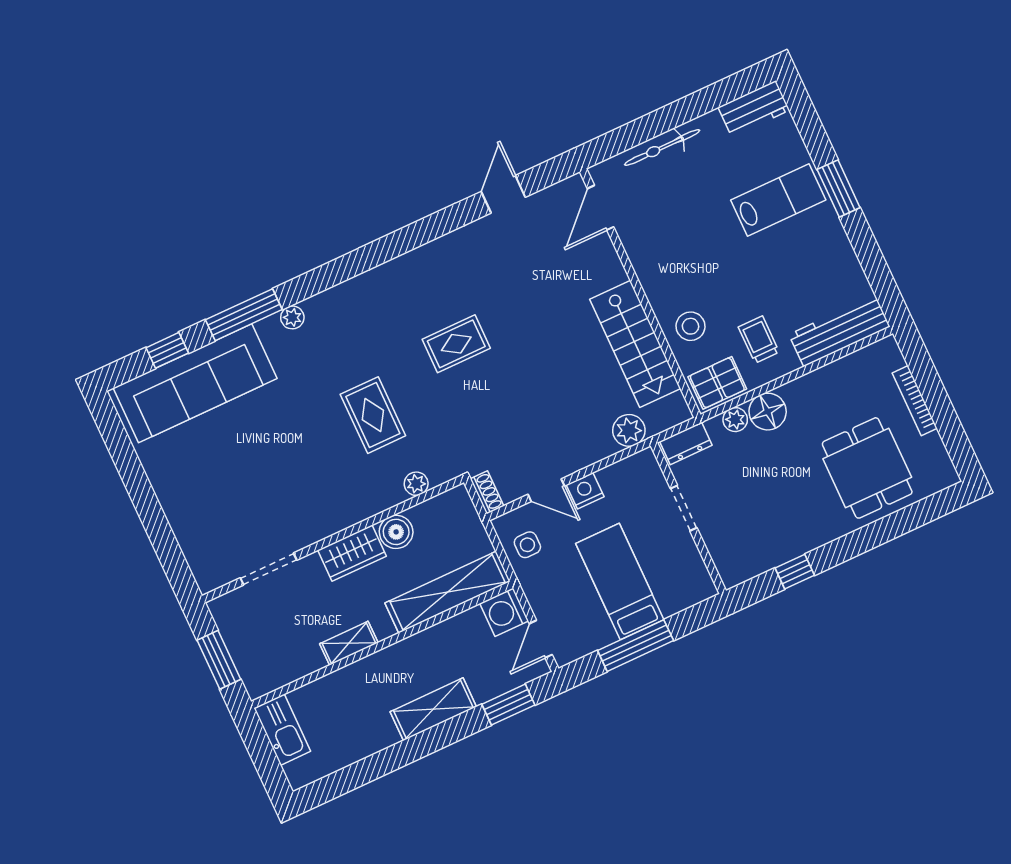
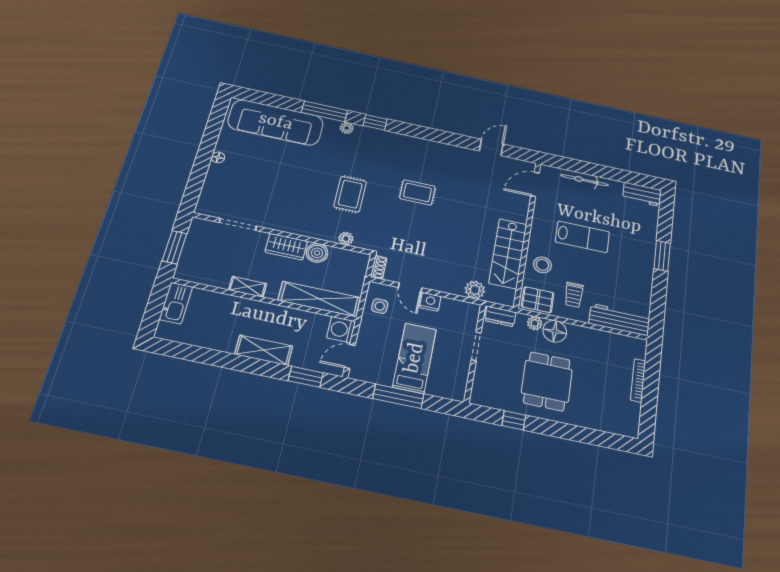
lab bench: (778, 200) -> (582, 237), moved
trolley: (759, 340) -> (574, 295), turned 180
window: (167, 350) -> (375, 122), moved
dining table: (867, 468) -> (547, 381), moved
floor lamp: (166, 494) -> (218, 157), added

